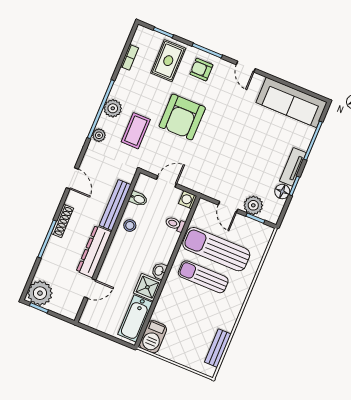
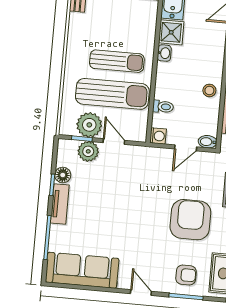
bidet: (138, 199) -> (208, 142), moved
plant: (245, 228) -> (89, 125), added

